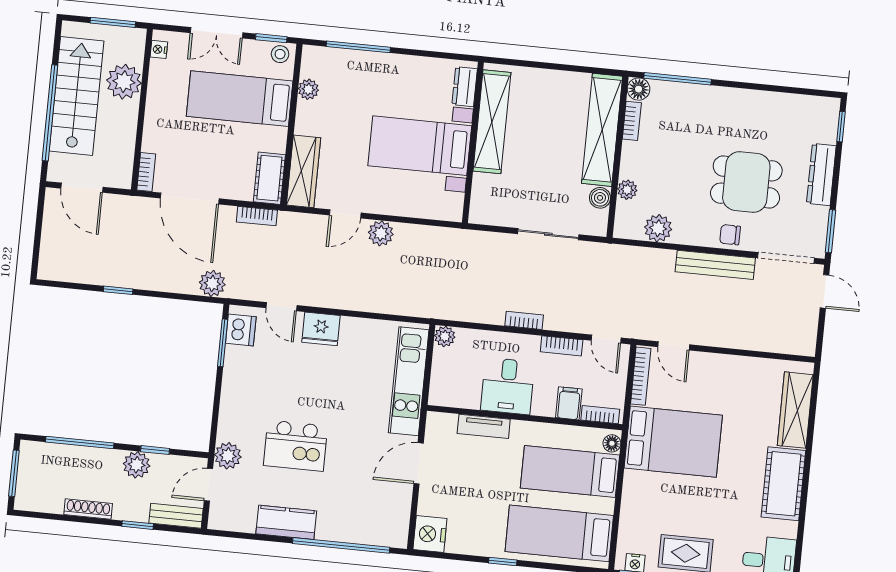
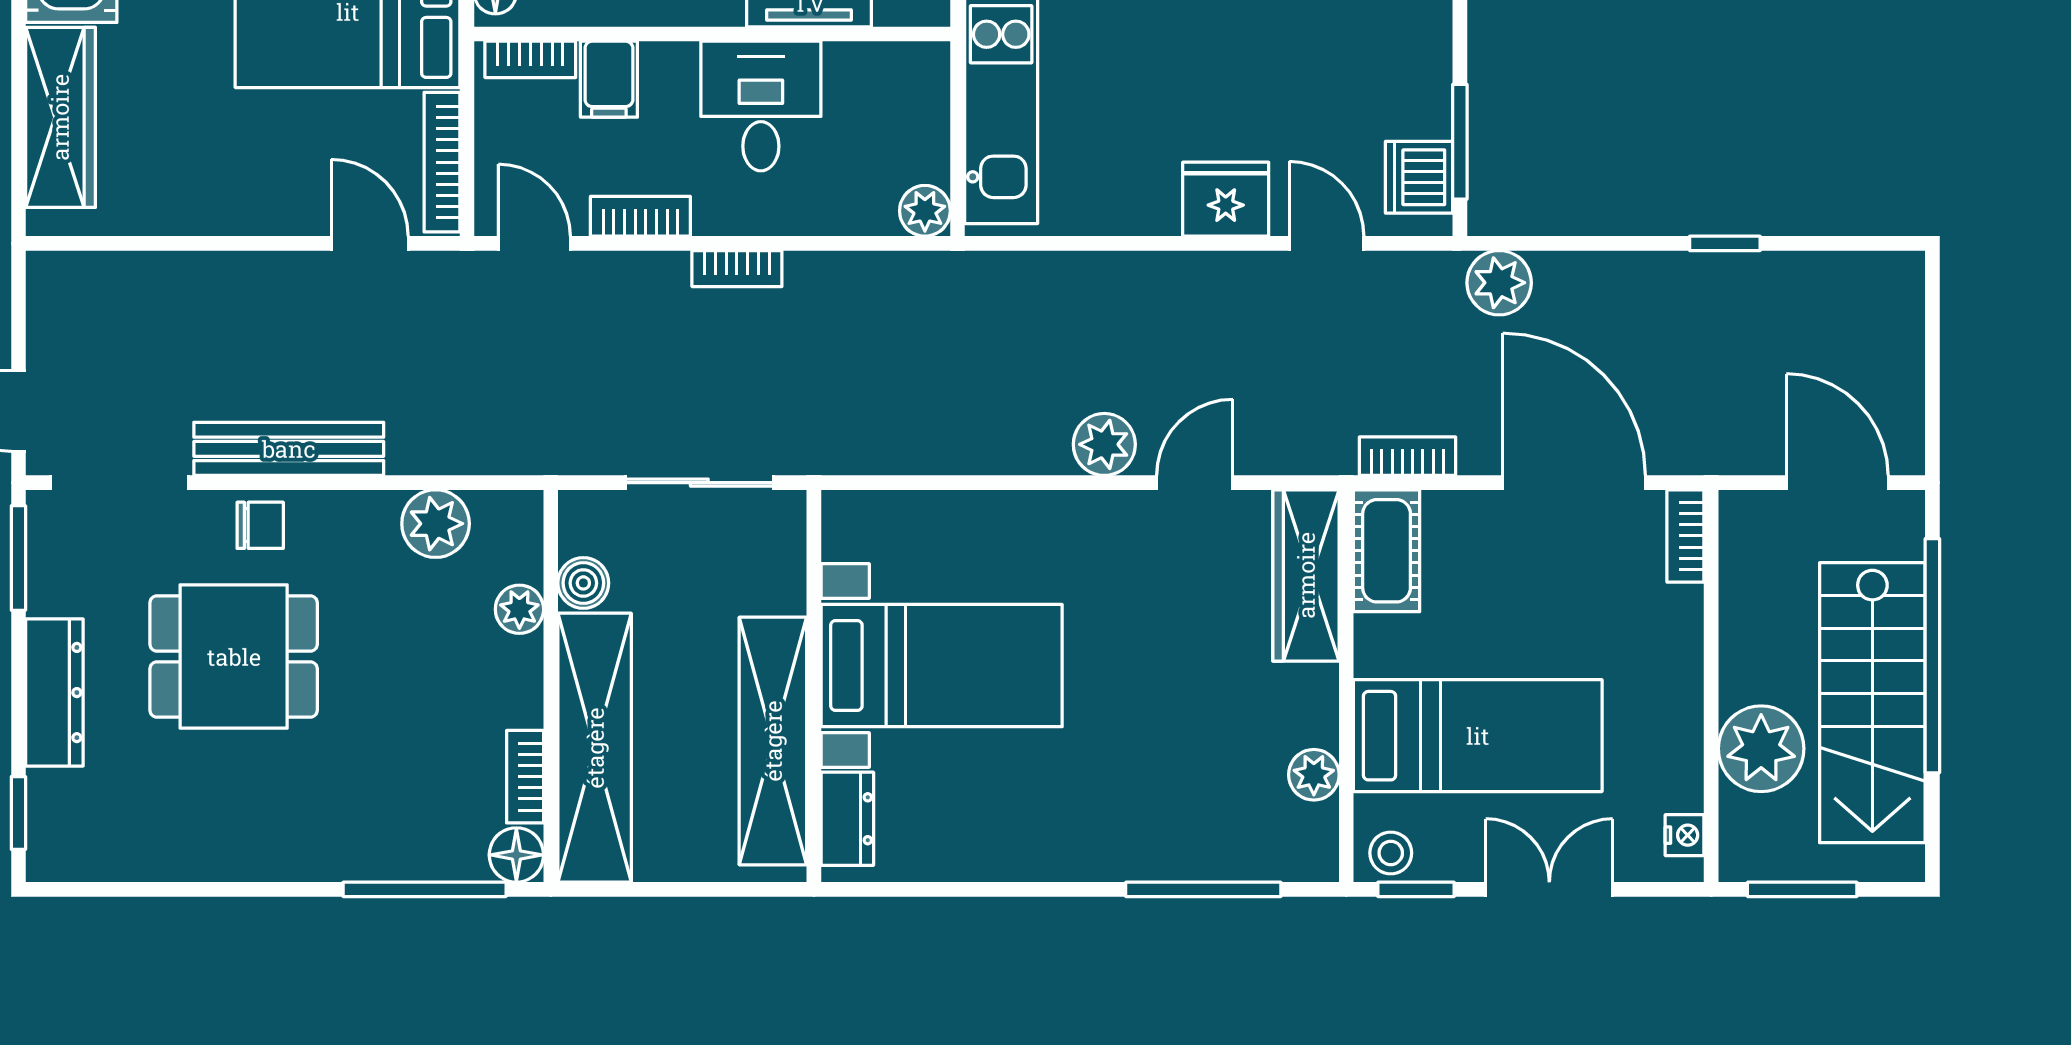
dresser: (465, 87) -> (847, 819), moved
shelving: (492, 122) -> (773, 741), moved
wall: (473, 142) -> (814, 686), moved
bed with nightstands: (420, 146) -> (942, 666), moved

